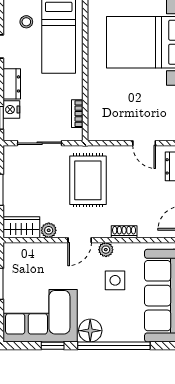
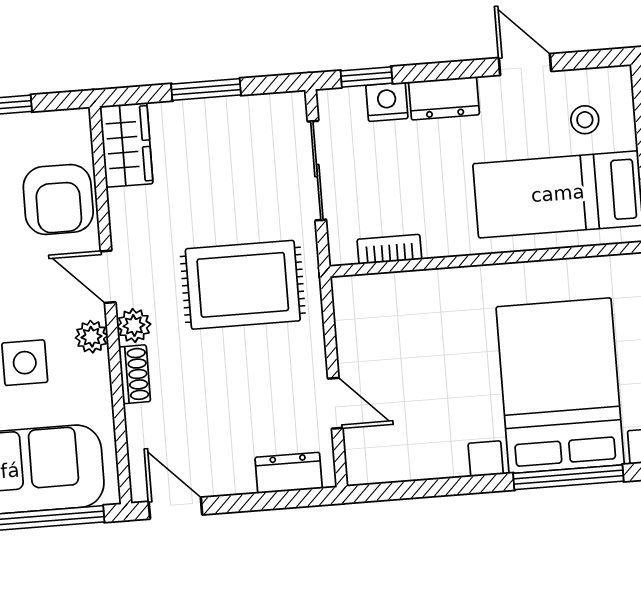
door: (144, 143) -> (335, 403), swing flipped
plant: (49, 230) -> (134, 325), moved
armchair: (43, 260) -> (58, 199), added

